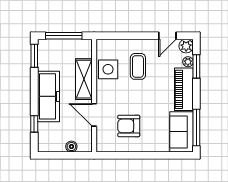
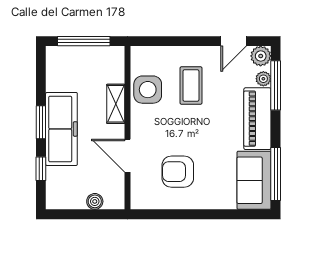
window: (34, 56) -> (41, 122), moved
window: (196, 66) -> (276, 85), width x1.44
shelving: (84, 79) -> (116, 104), width x0.67, depth x0.75

